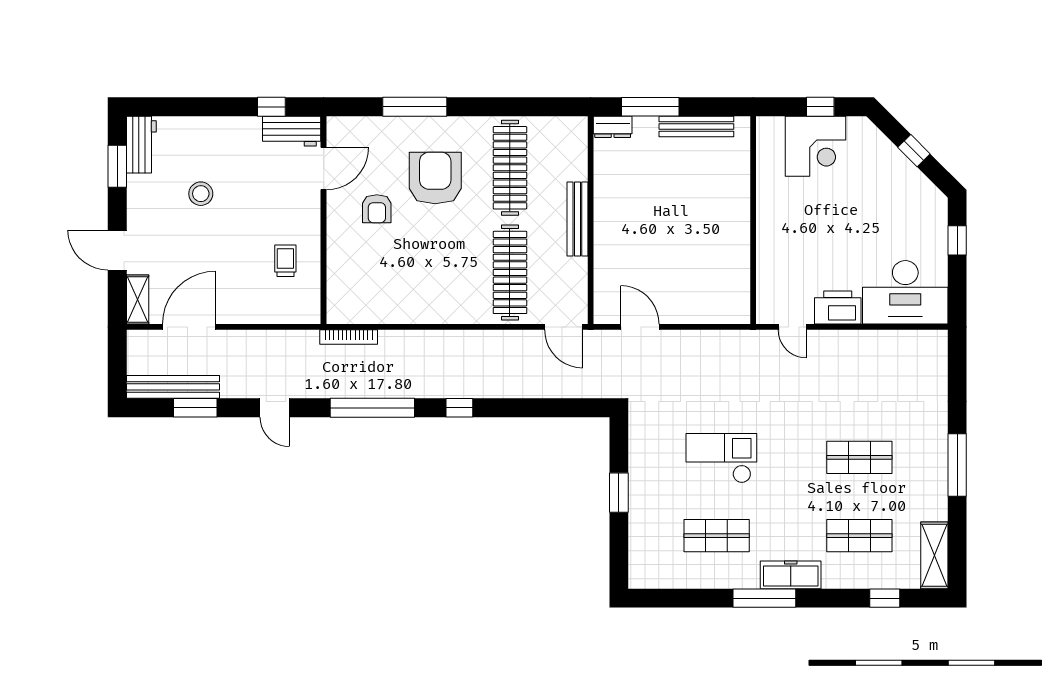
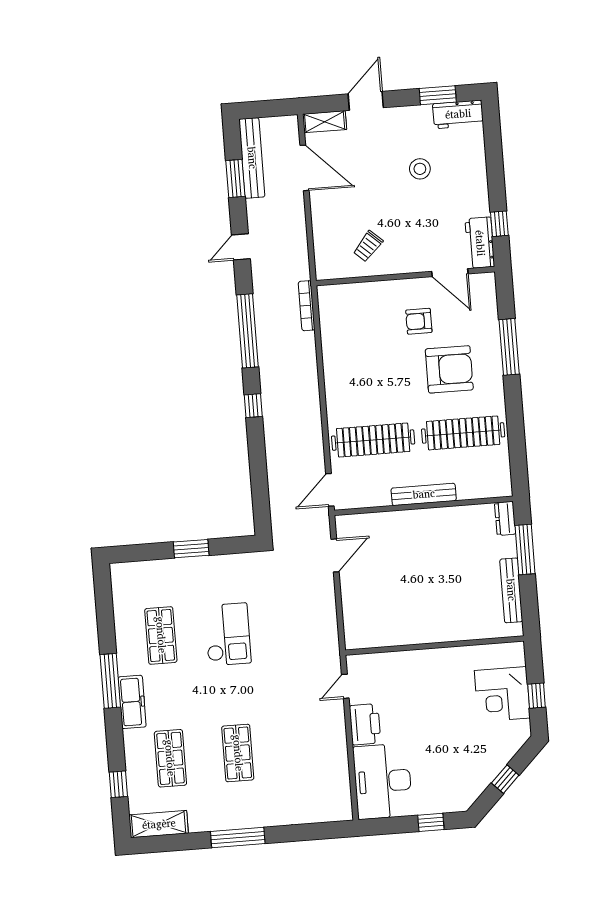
trolley: (285, 261) -> (368, 246), turned 132

